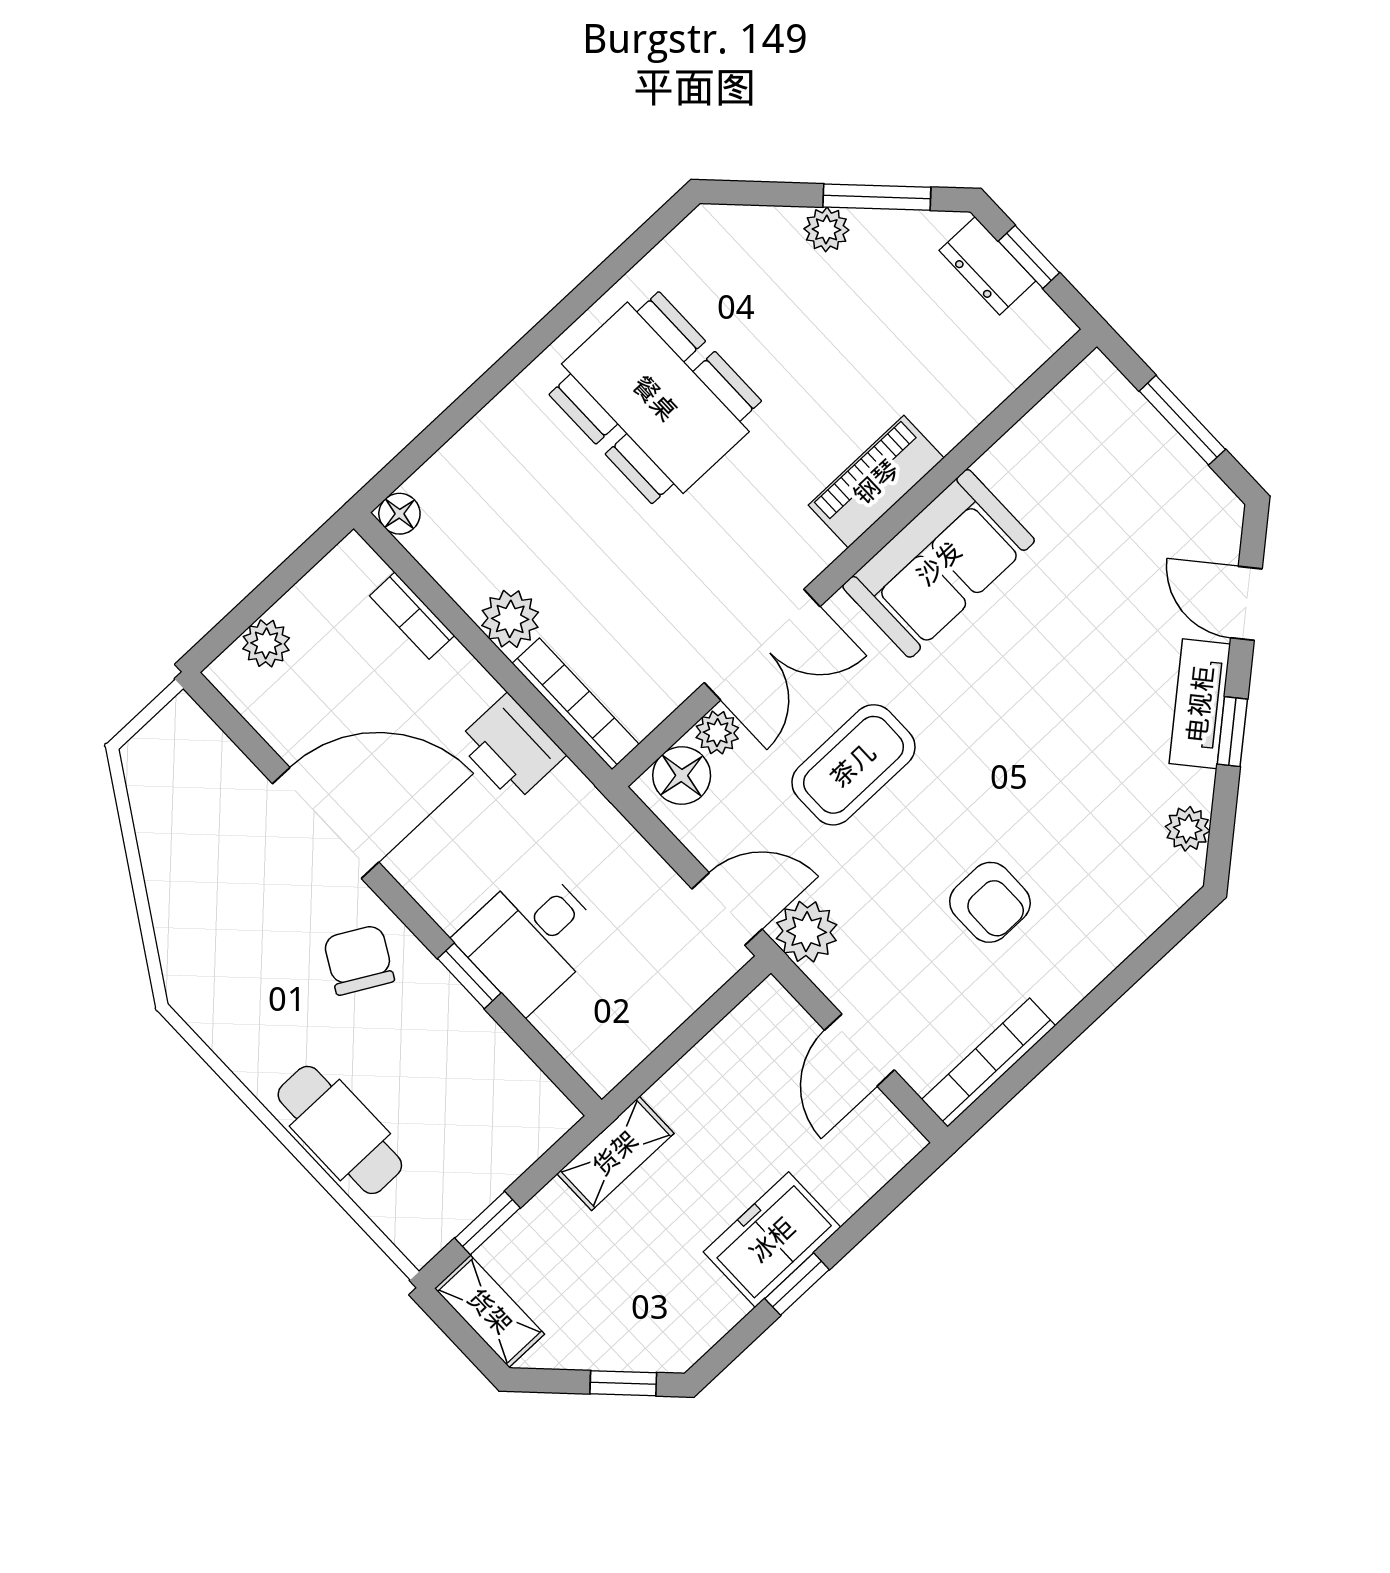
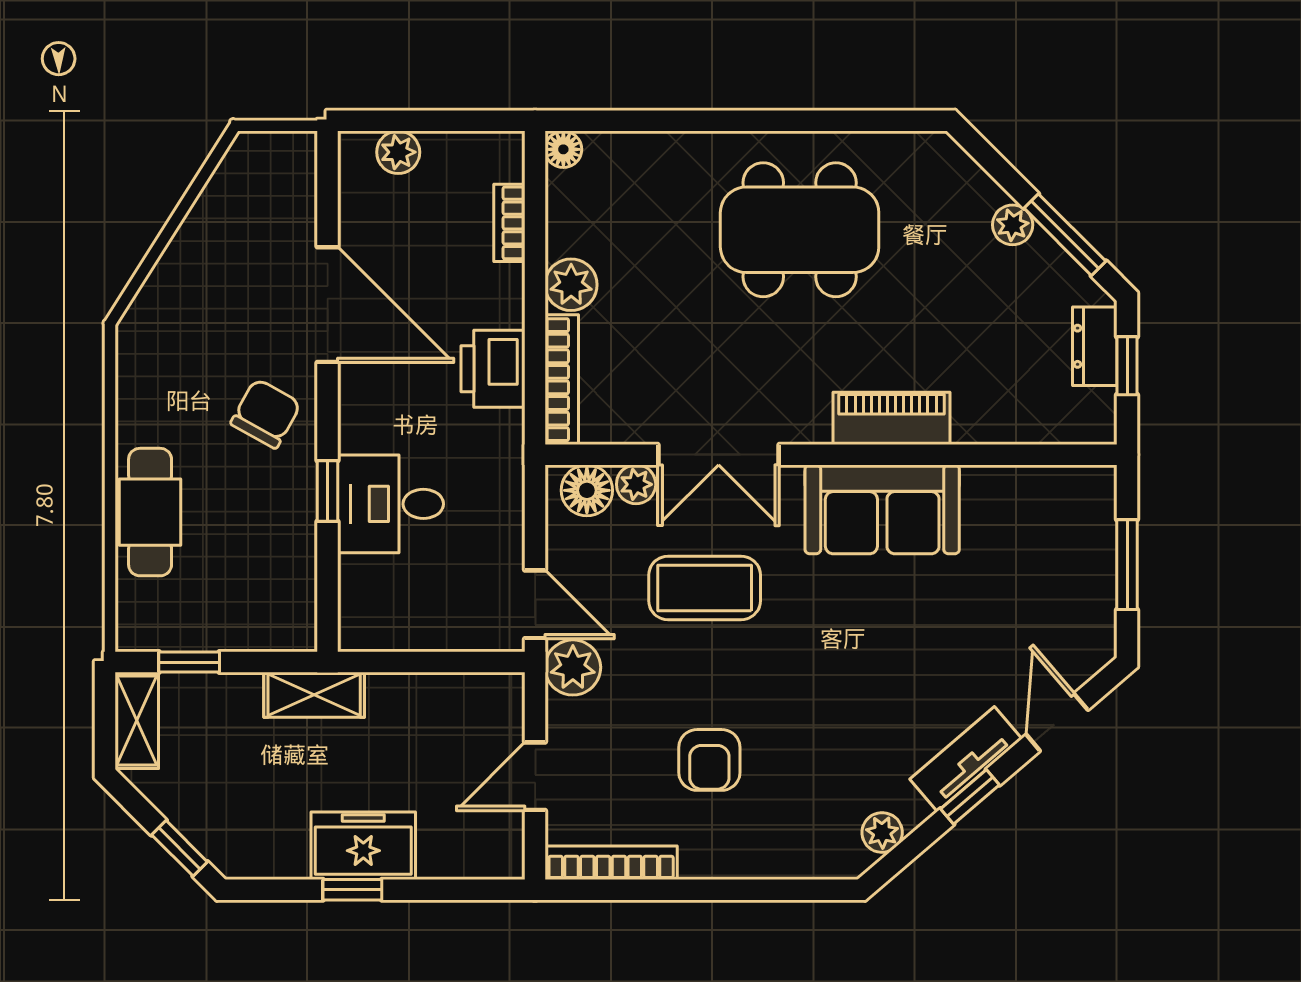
dining table: (655, 398) -> (800, 230), turned 90

